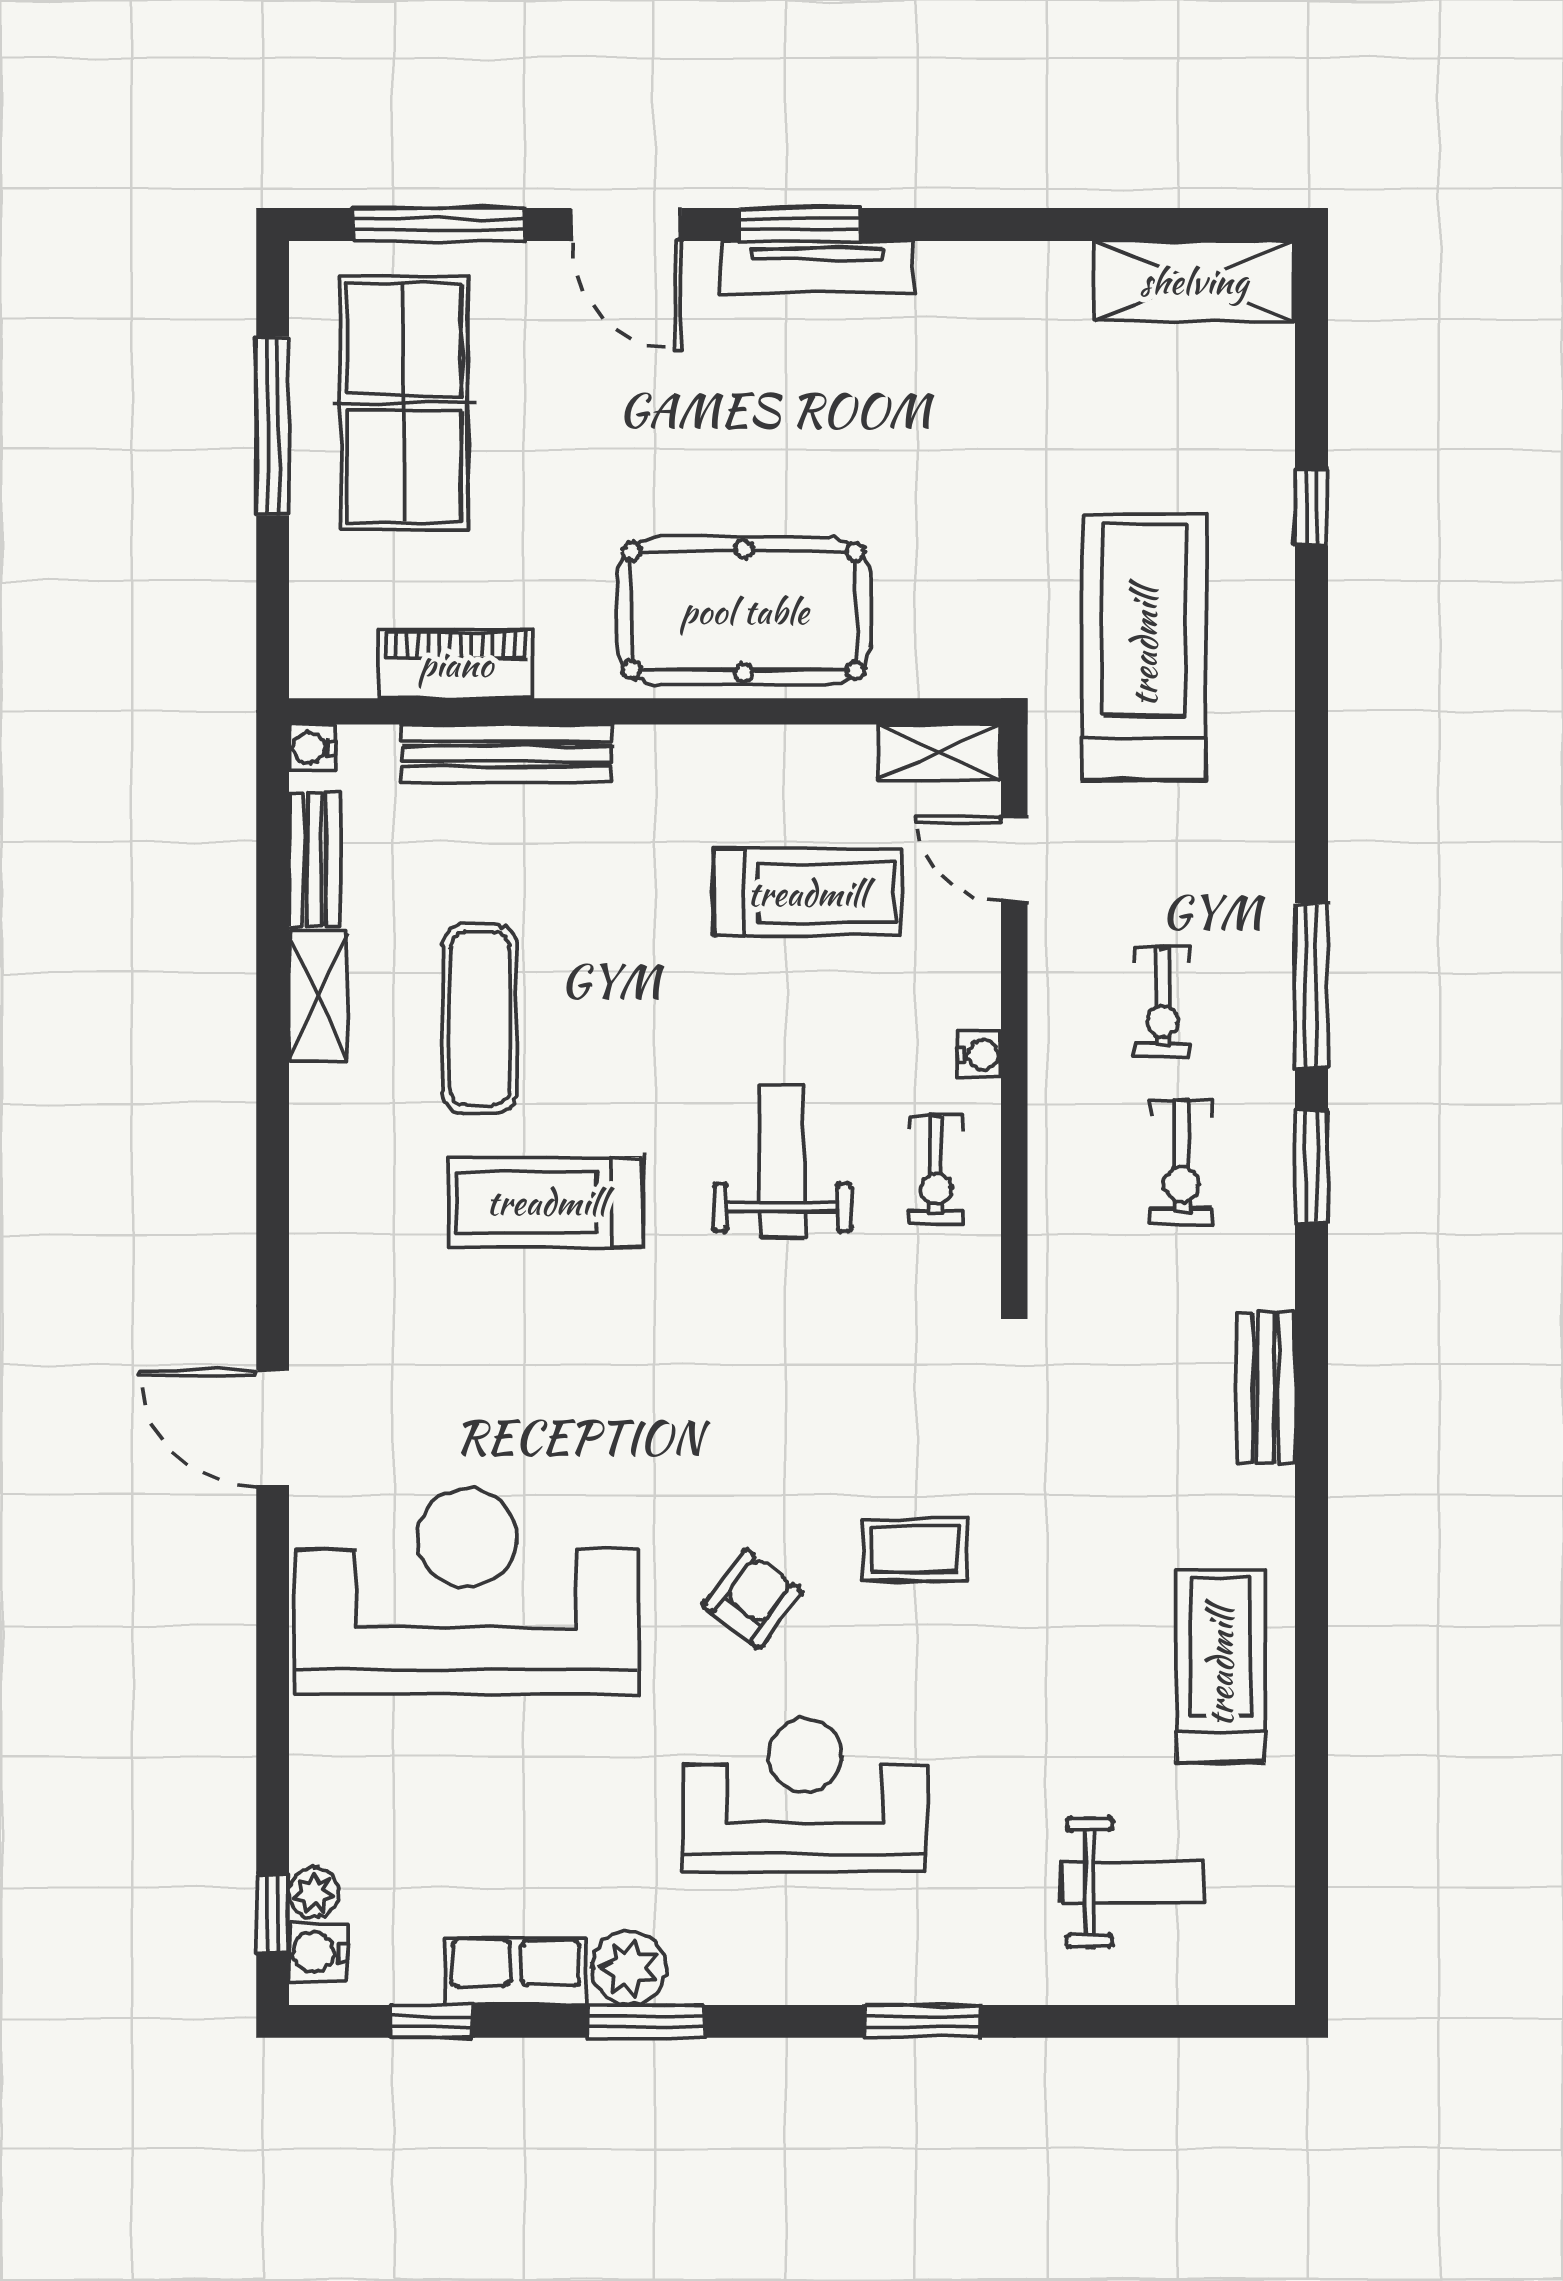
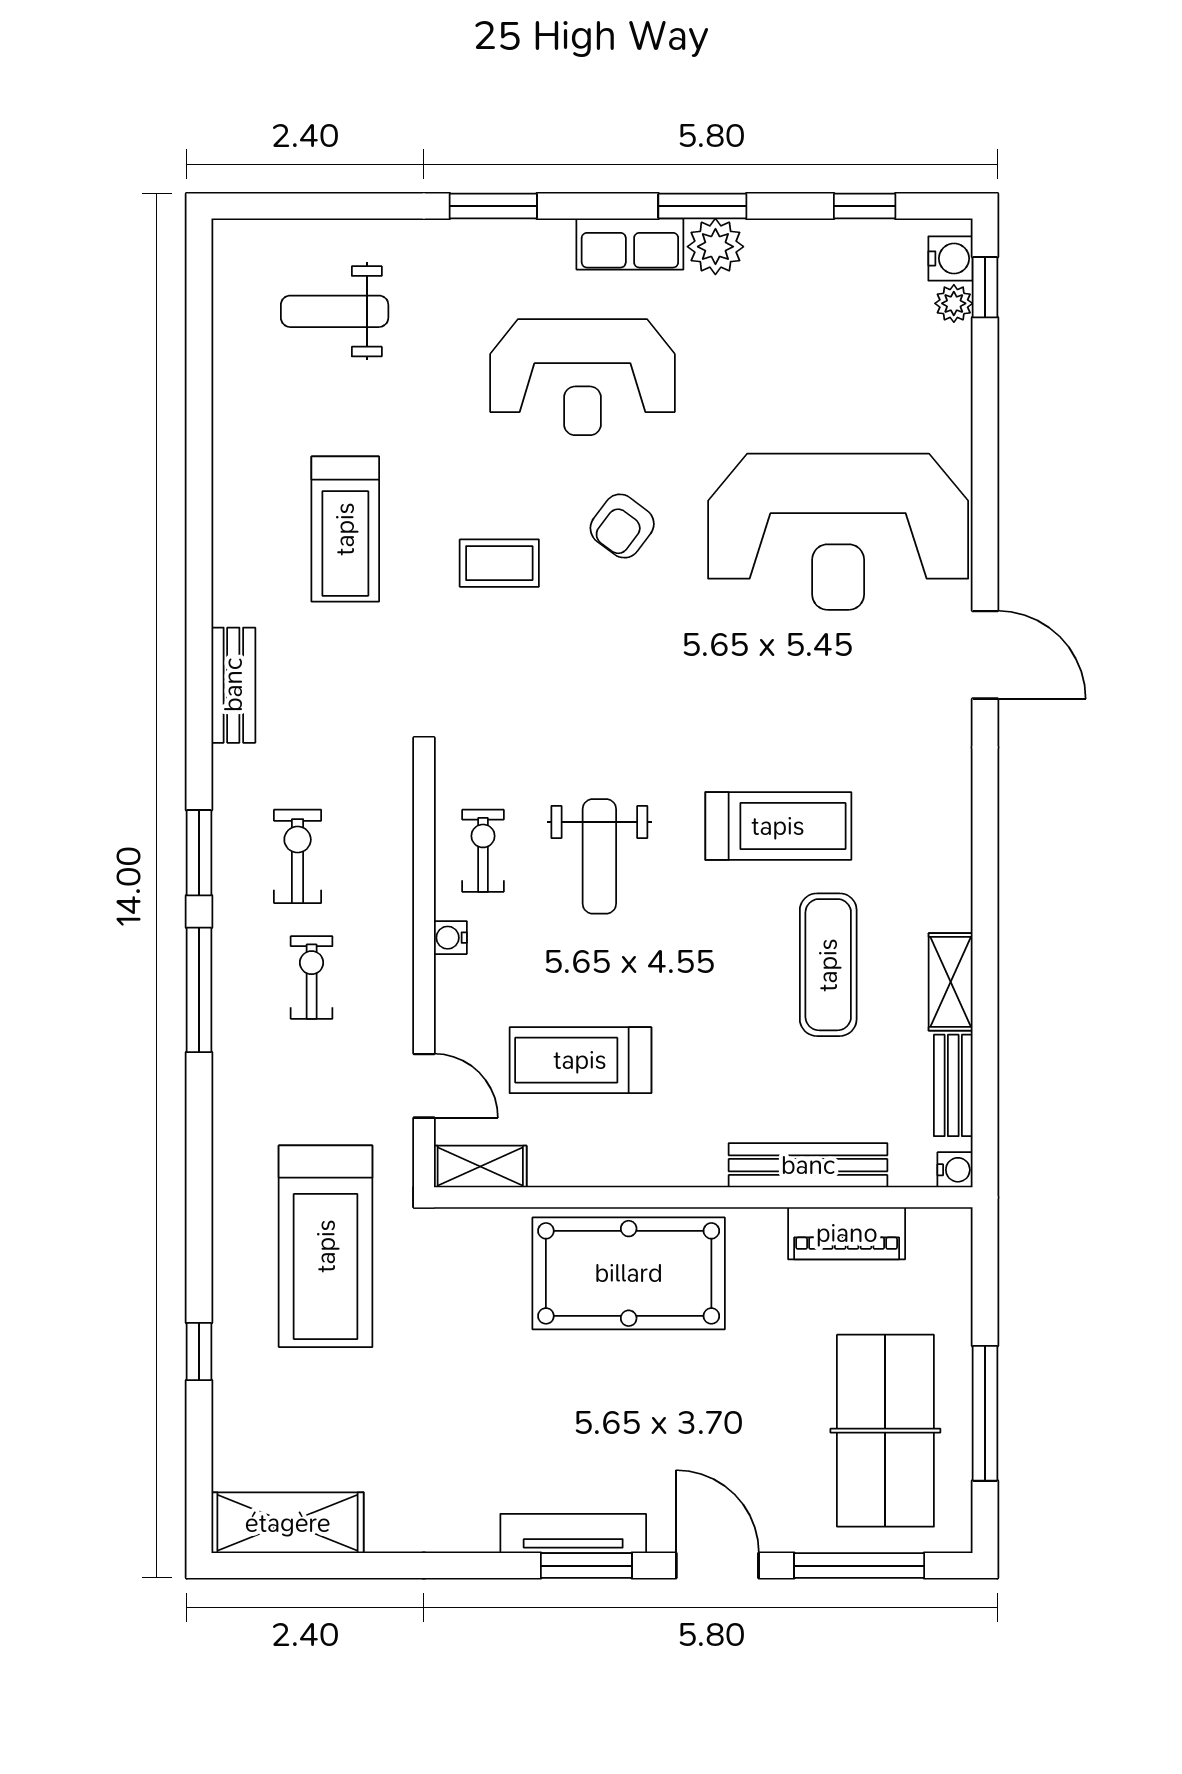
treadmill: (1220, 1667) -> (345, 529), moved
row of seats: (516, 1971) -> (630, 244), moved

